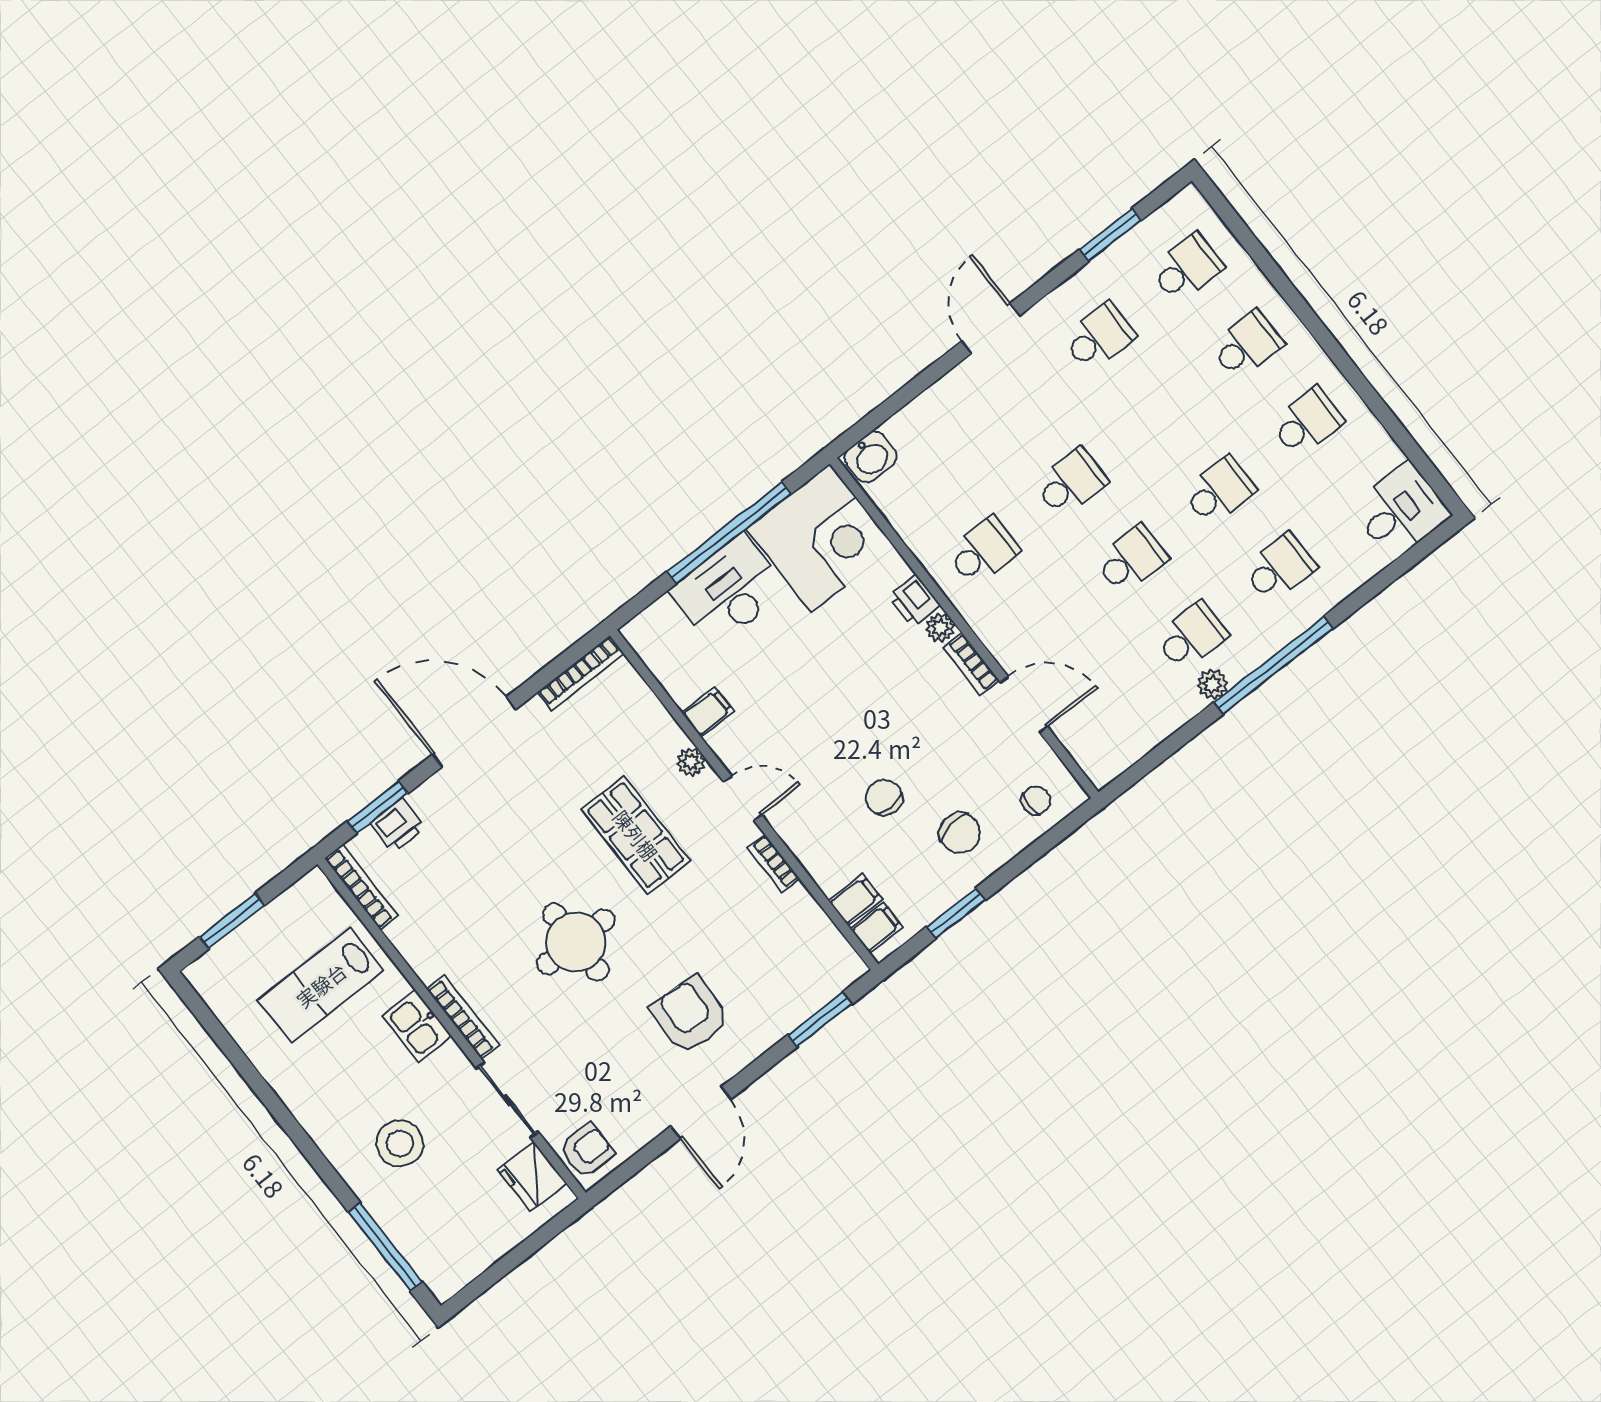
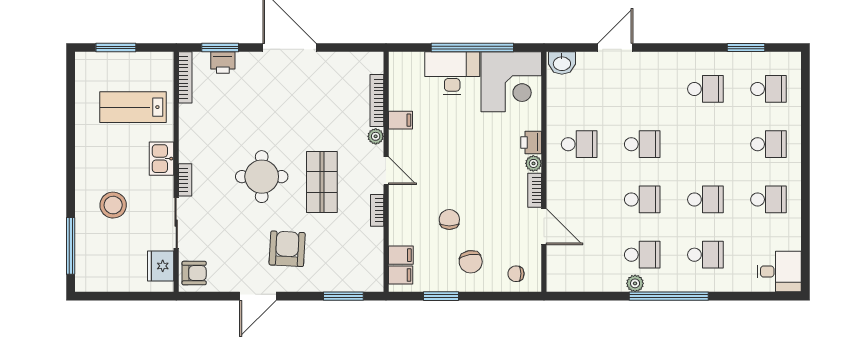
door: (991, 328) -> (615, 48), moved
bookcase: (581, 673) -> (377, 101), moved, turned 90
chair: (1036, 800) -> (516, 274), turned 180
shop shelf: (636, 835) -> (322, 182), moved
bookcase: (463, 1017) -> (185, 180), width x0.64

